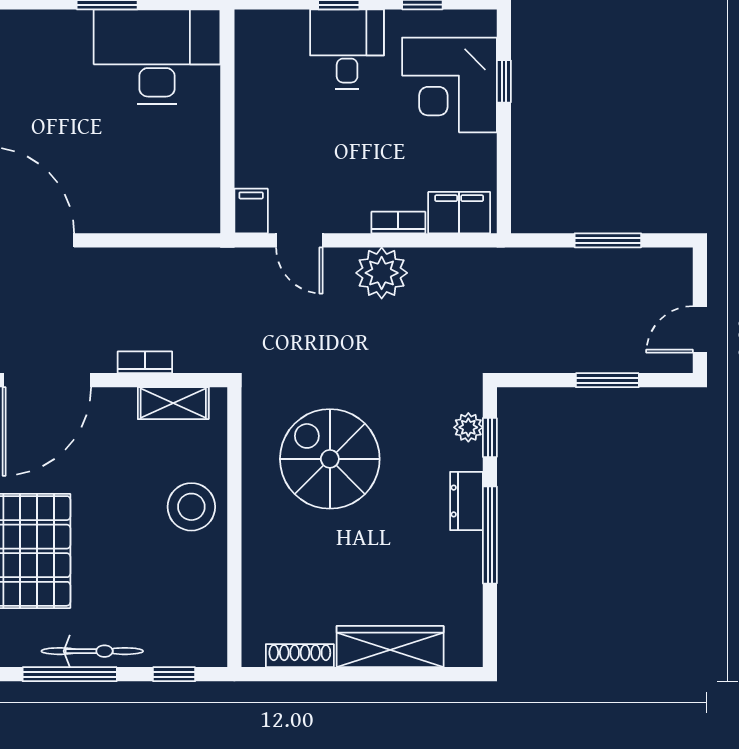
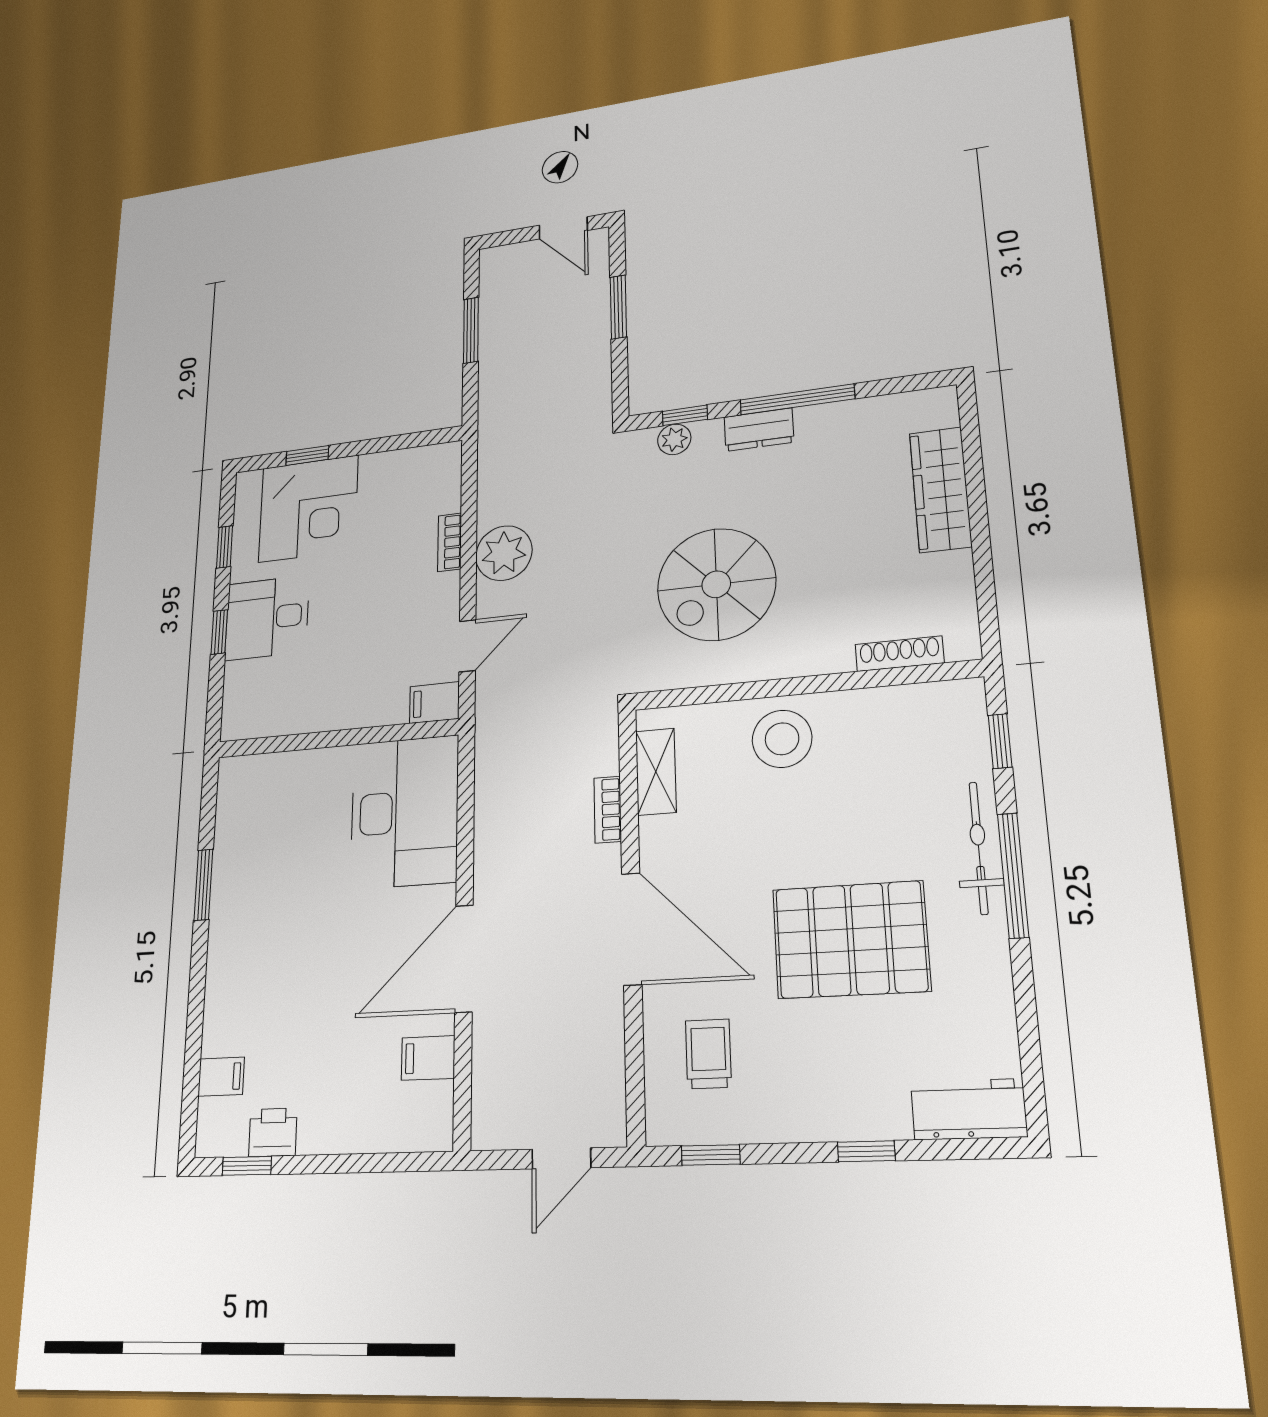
desk: (157, 57) -> (404, 812), moved, turned 180
filing cabinet: (459, 213) -> (440, 481), removed
shoe rack: (300, 656) -> (900, 654), moved, turned 90

